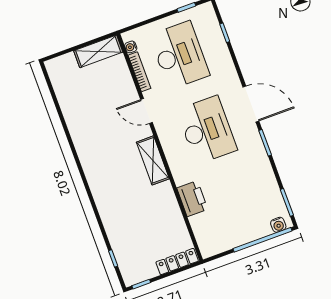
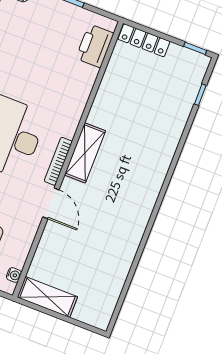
bookcase: (139, 72) -> (58, 161), moved
printer: (192, 199) -> (95, 46), moved

